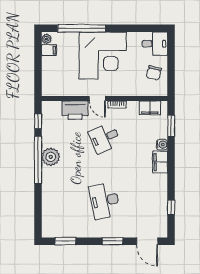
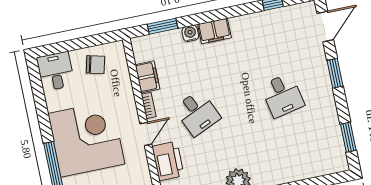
filing cabinet: (150, 108) -> (147, 77), moved
desk: (105, 201) -> (282, 95), width x0.73

